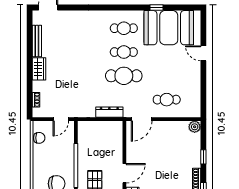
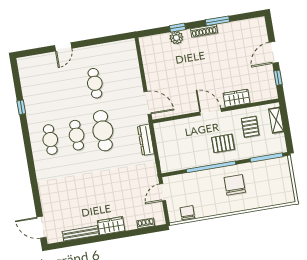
booth: (169, 28) -> (41, 90), removed
cafe table: (167, 100) -> (95, 83), moved
door: (61, 119) -> (163, 192), swing flipped
plant: (195, 127) -> (176, 38), moved

